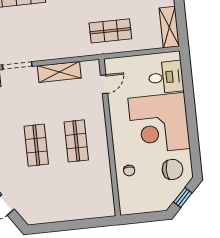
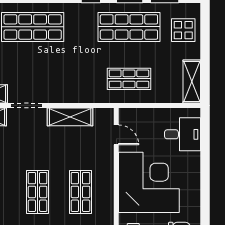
door: (104, 84) -> (116, 135), hinge flipped
corner desk: (159, 123) -> (149, 182), moved, turned 180

